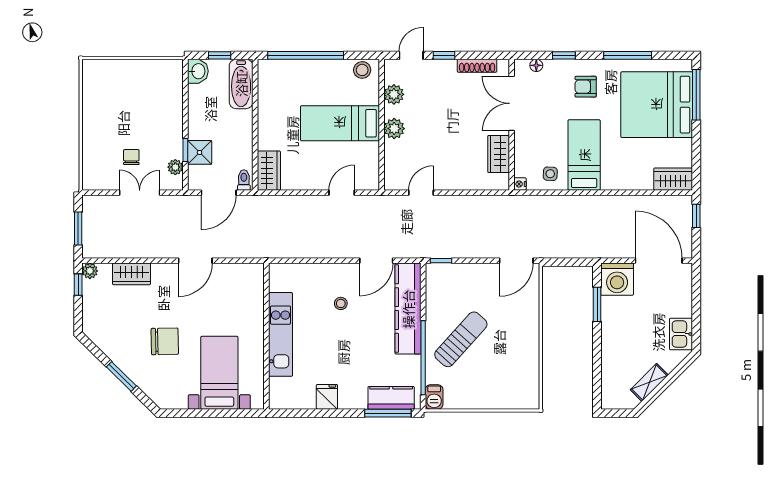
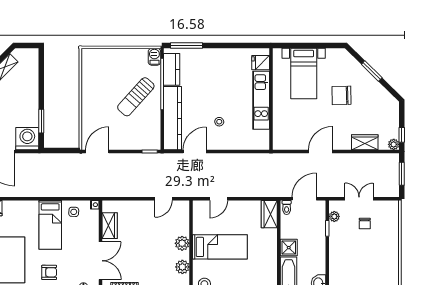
shower: (200, 152) -> (289, 248), moved
double door: (140, 193) -> (359, 199), swing flipped
fridge: (327, 397) -> (261, 63), moved, turned 90
kitchen counter: (391, 398) -> (172, 69), moved, turned -90

